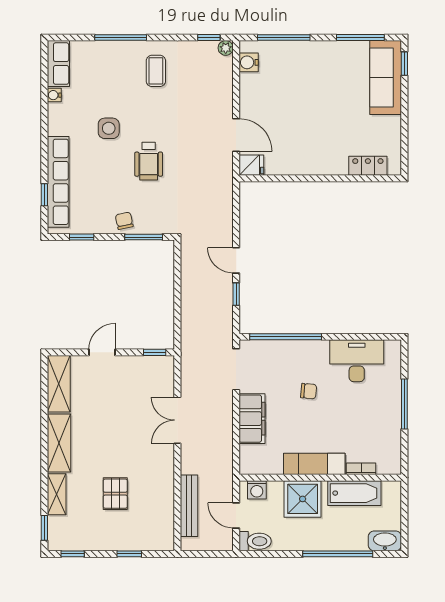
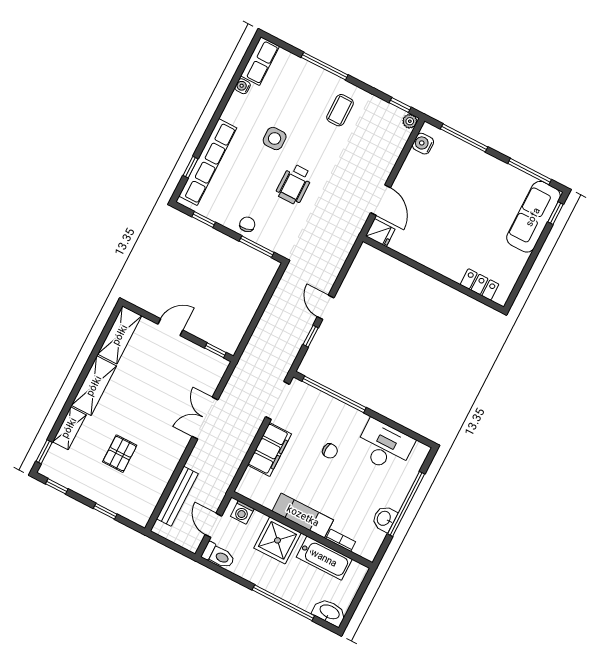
window: (404, 404) -> (406, 504), width x1.46
washbasin: (391, 428) -> (384, 519), added

